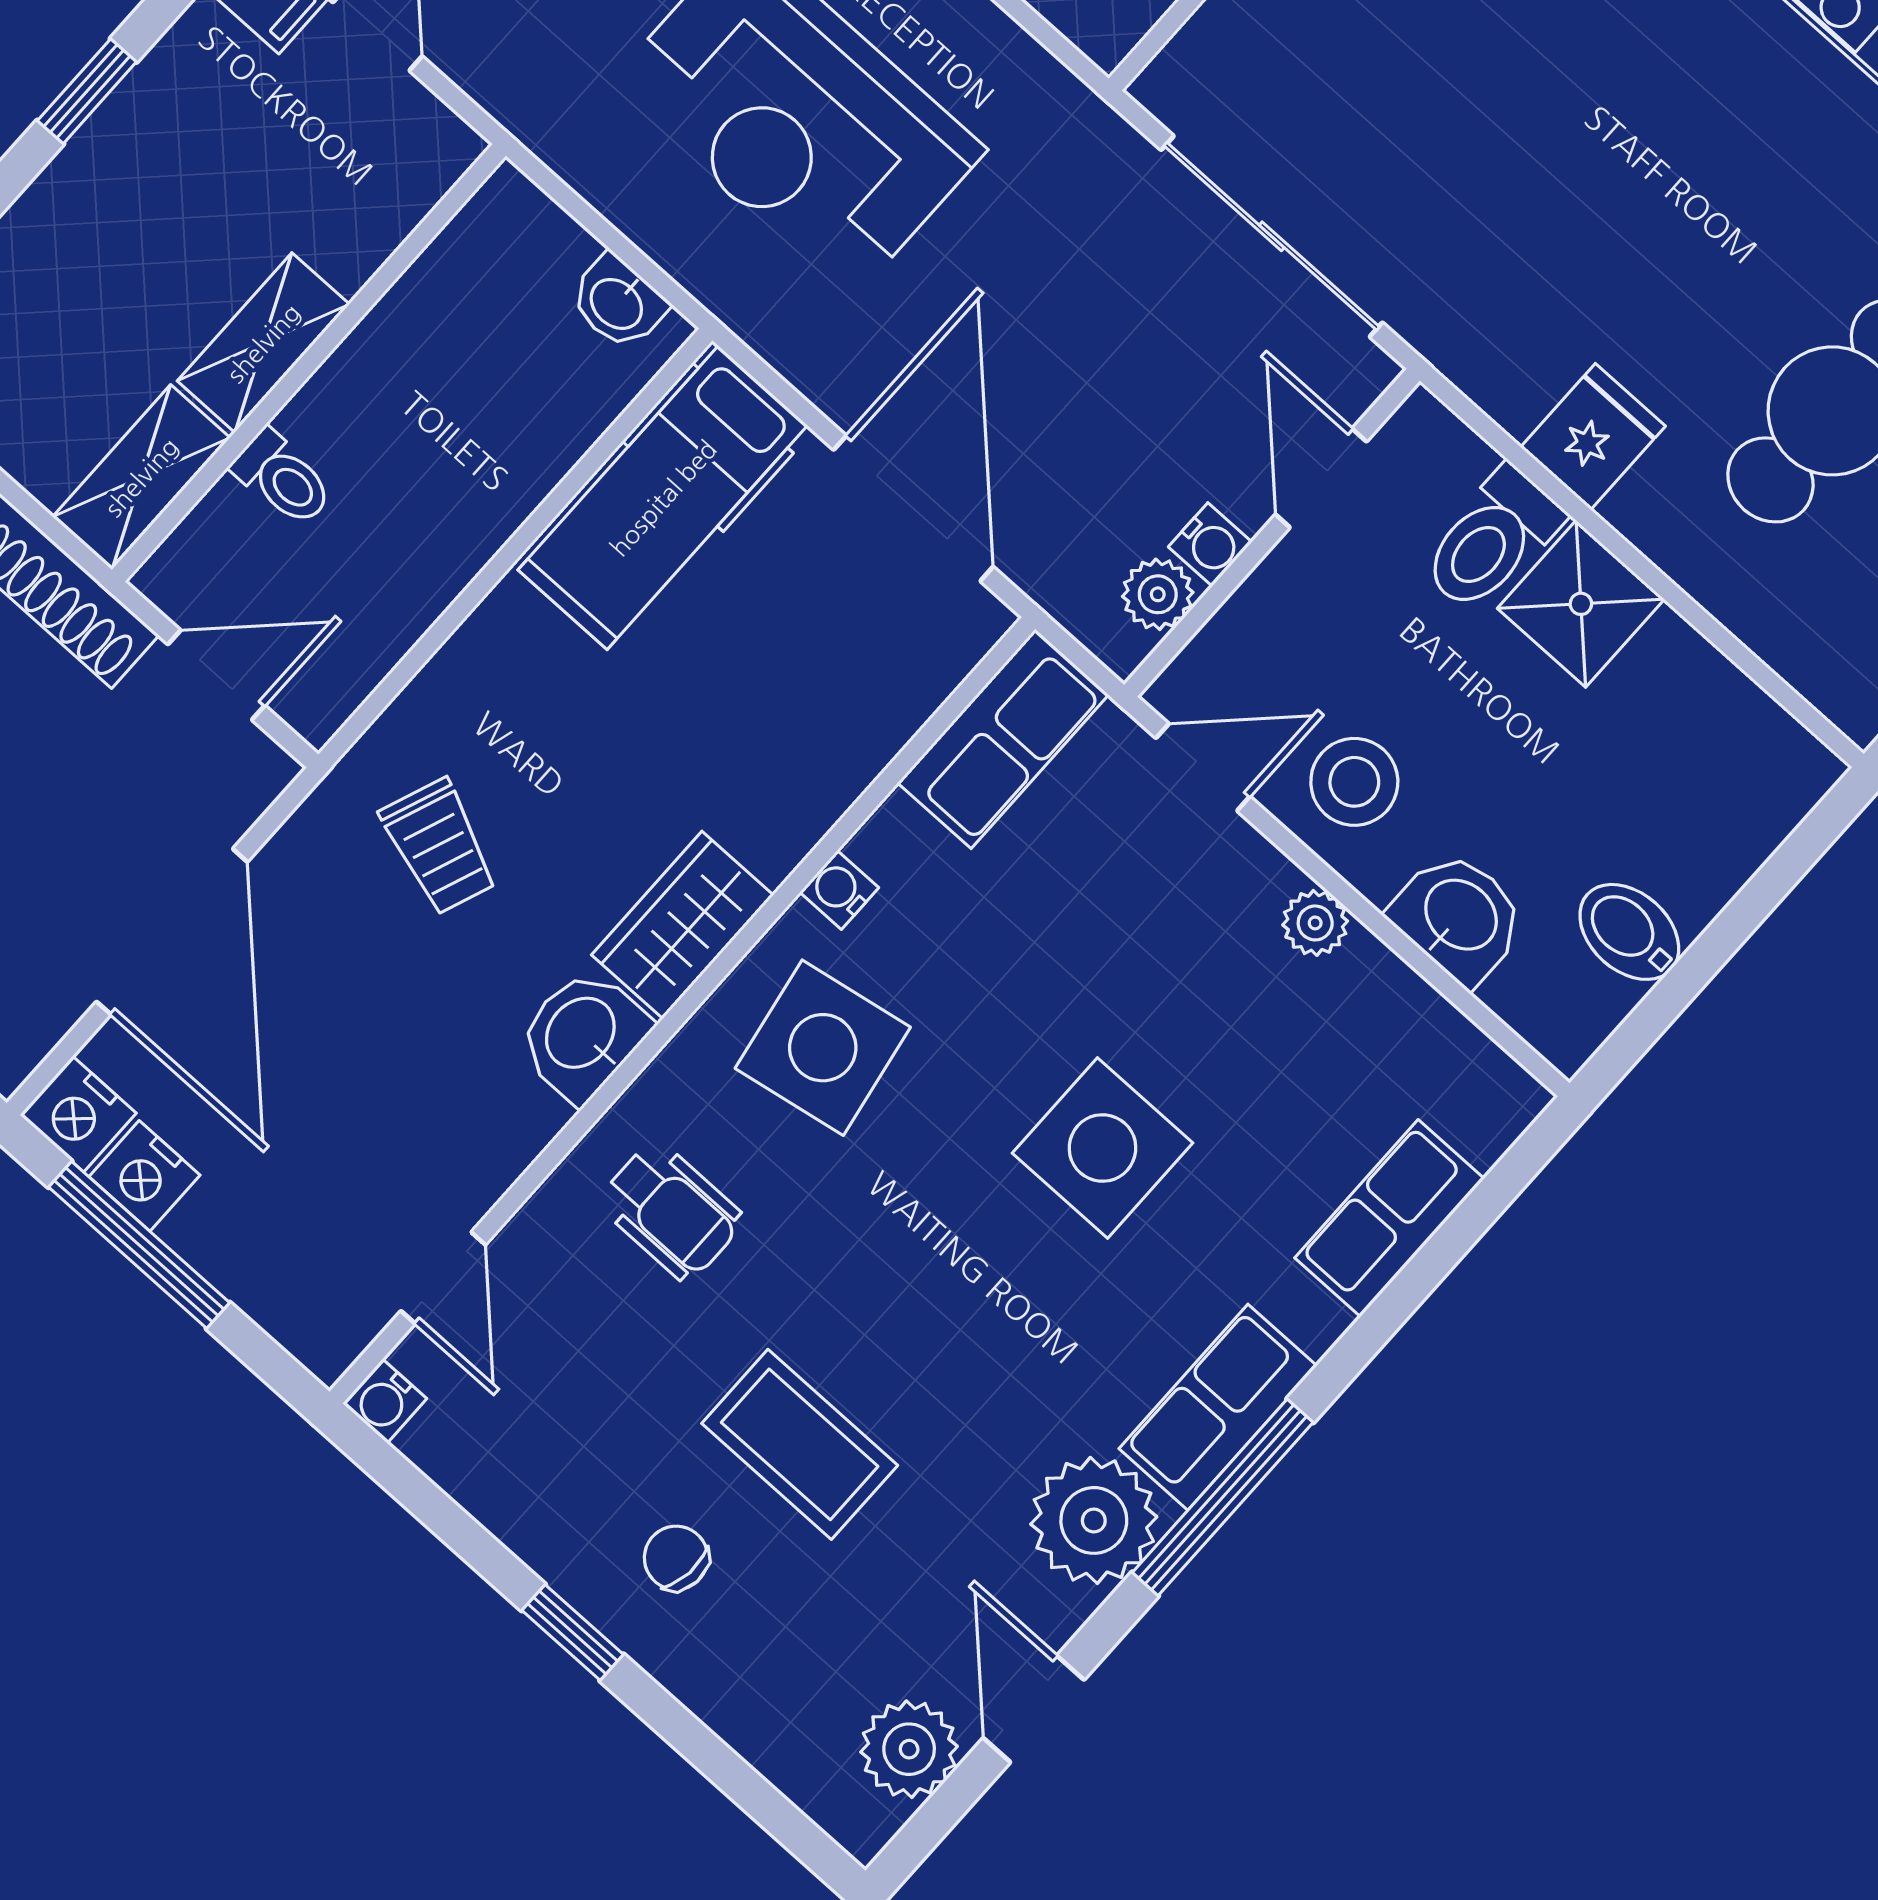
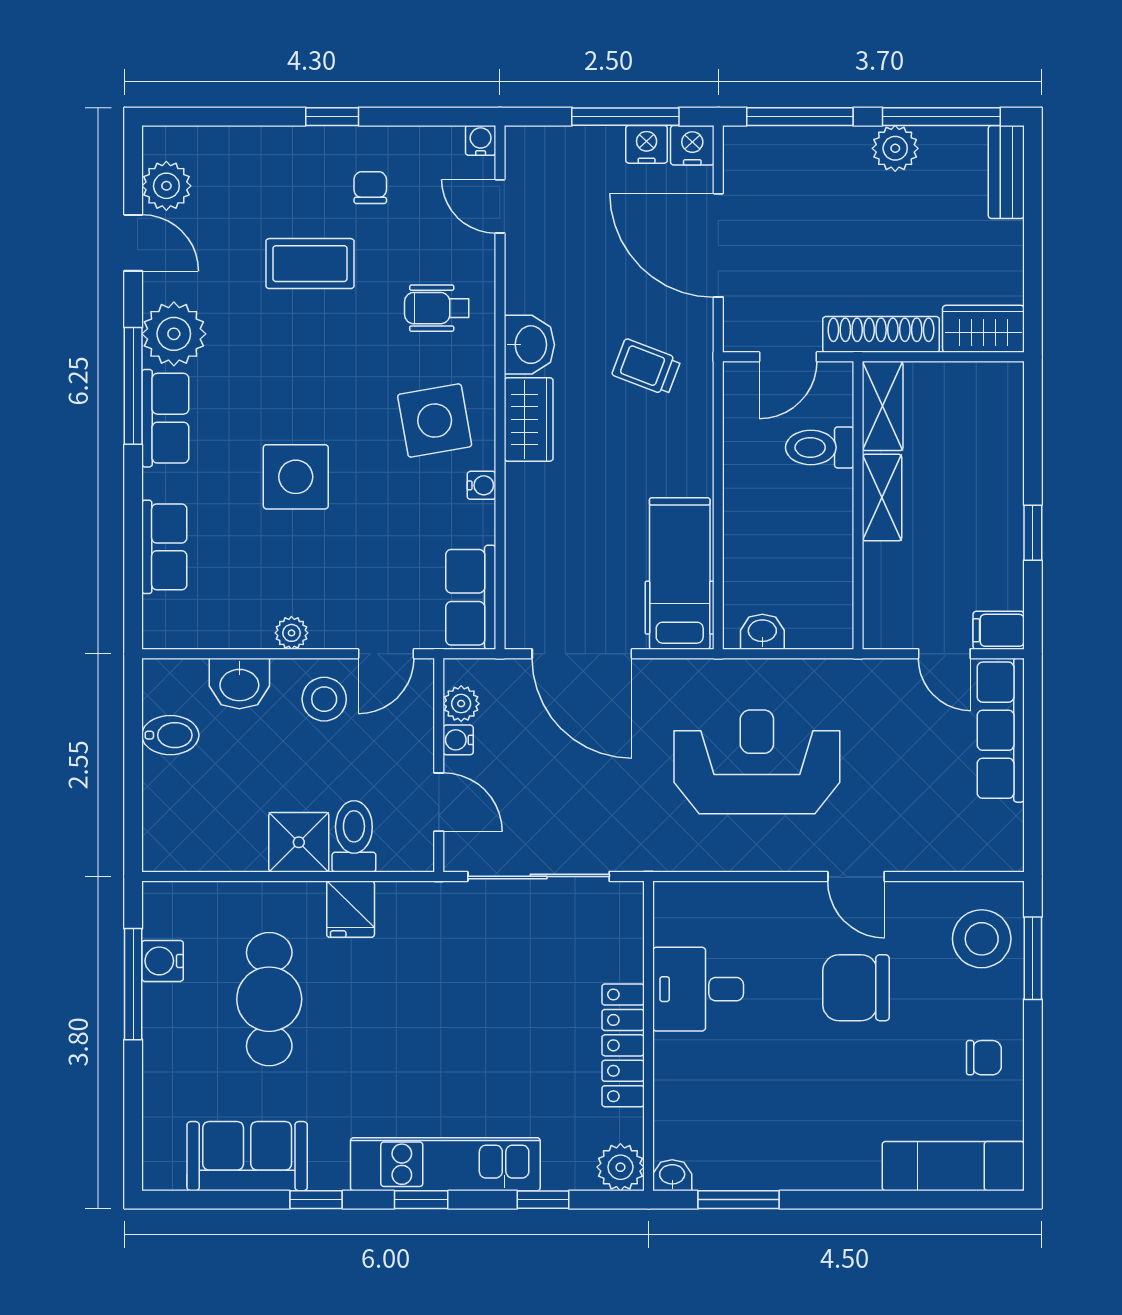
toilet: (283, 478) -> (820, 447), width x1.37, depth x1.39
chair: (676, 1558) -> (370, 188), moved, turned -96

